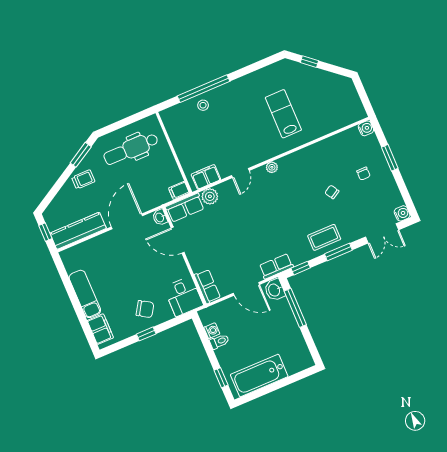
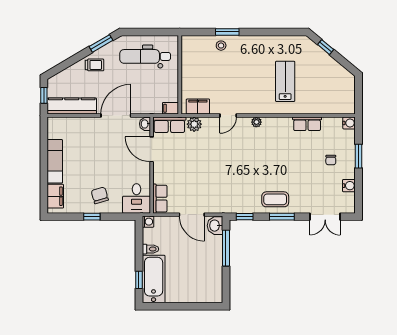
window: (204, 89) -> (227, 32), width x0.47
chair: (332, 192) -> (298, 164), removed
water cooler: (402, 213) -> (349, 186), moved
row of seats: (276, 266) -> (307, 124), moved, turned 180
chair: (145, 309) -> (100, 195), turned -138
washing machine: (212, 331) -> (148, 222), moved
bathtub: (259, 376) -> (154, 279), moved, turned 90

